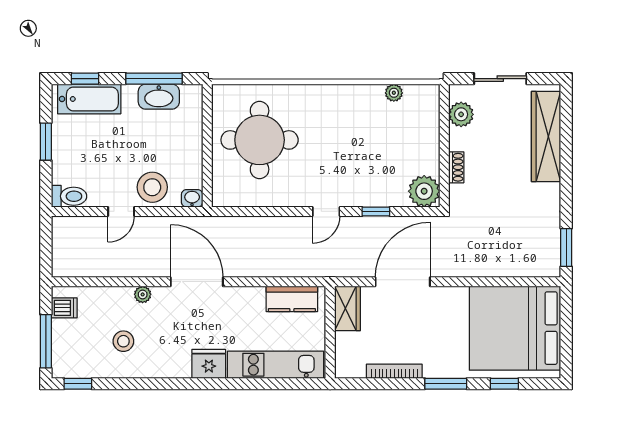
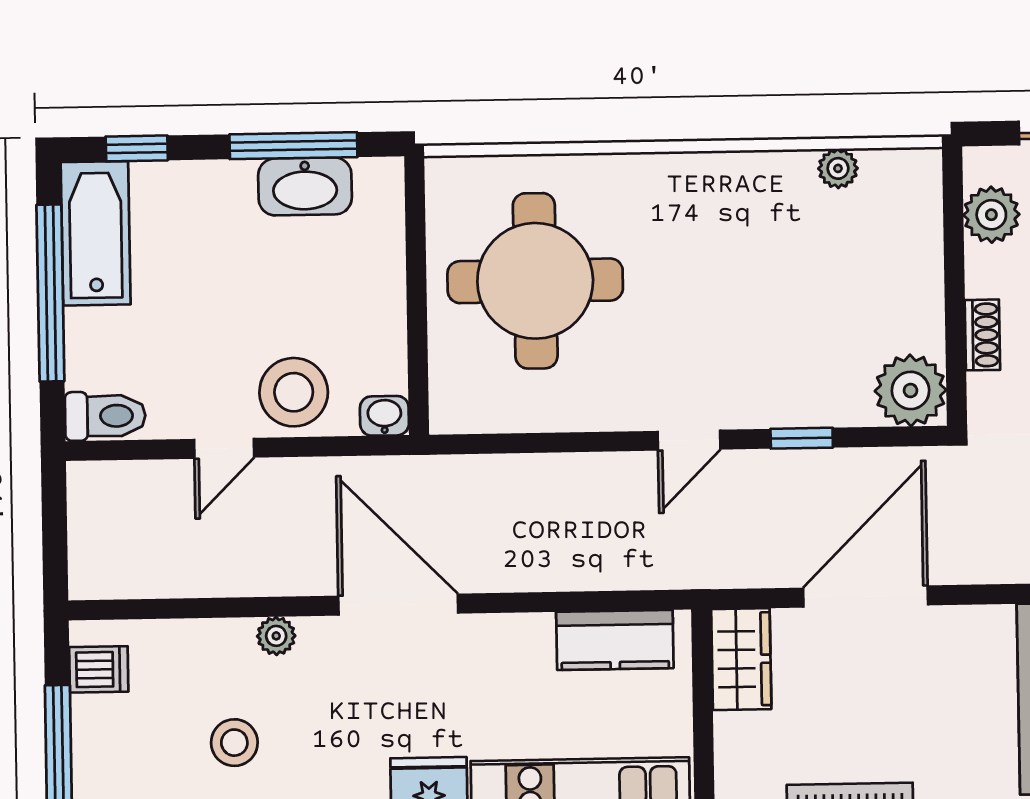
bathtub: (89, 99) -> (96, 233), moved, turned -90
window: (46, 142) -> (50, 293), width x2.11

